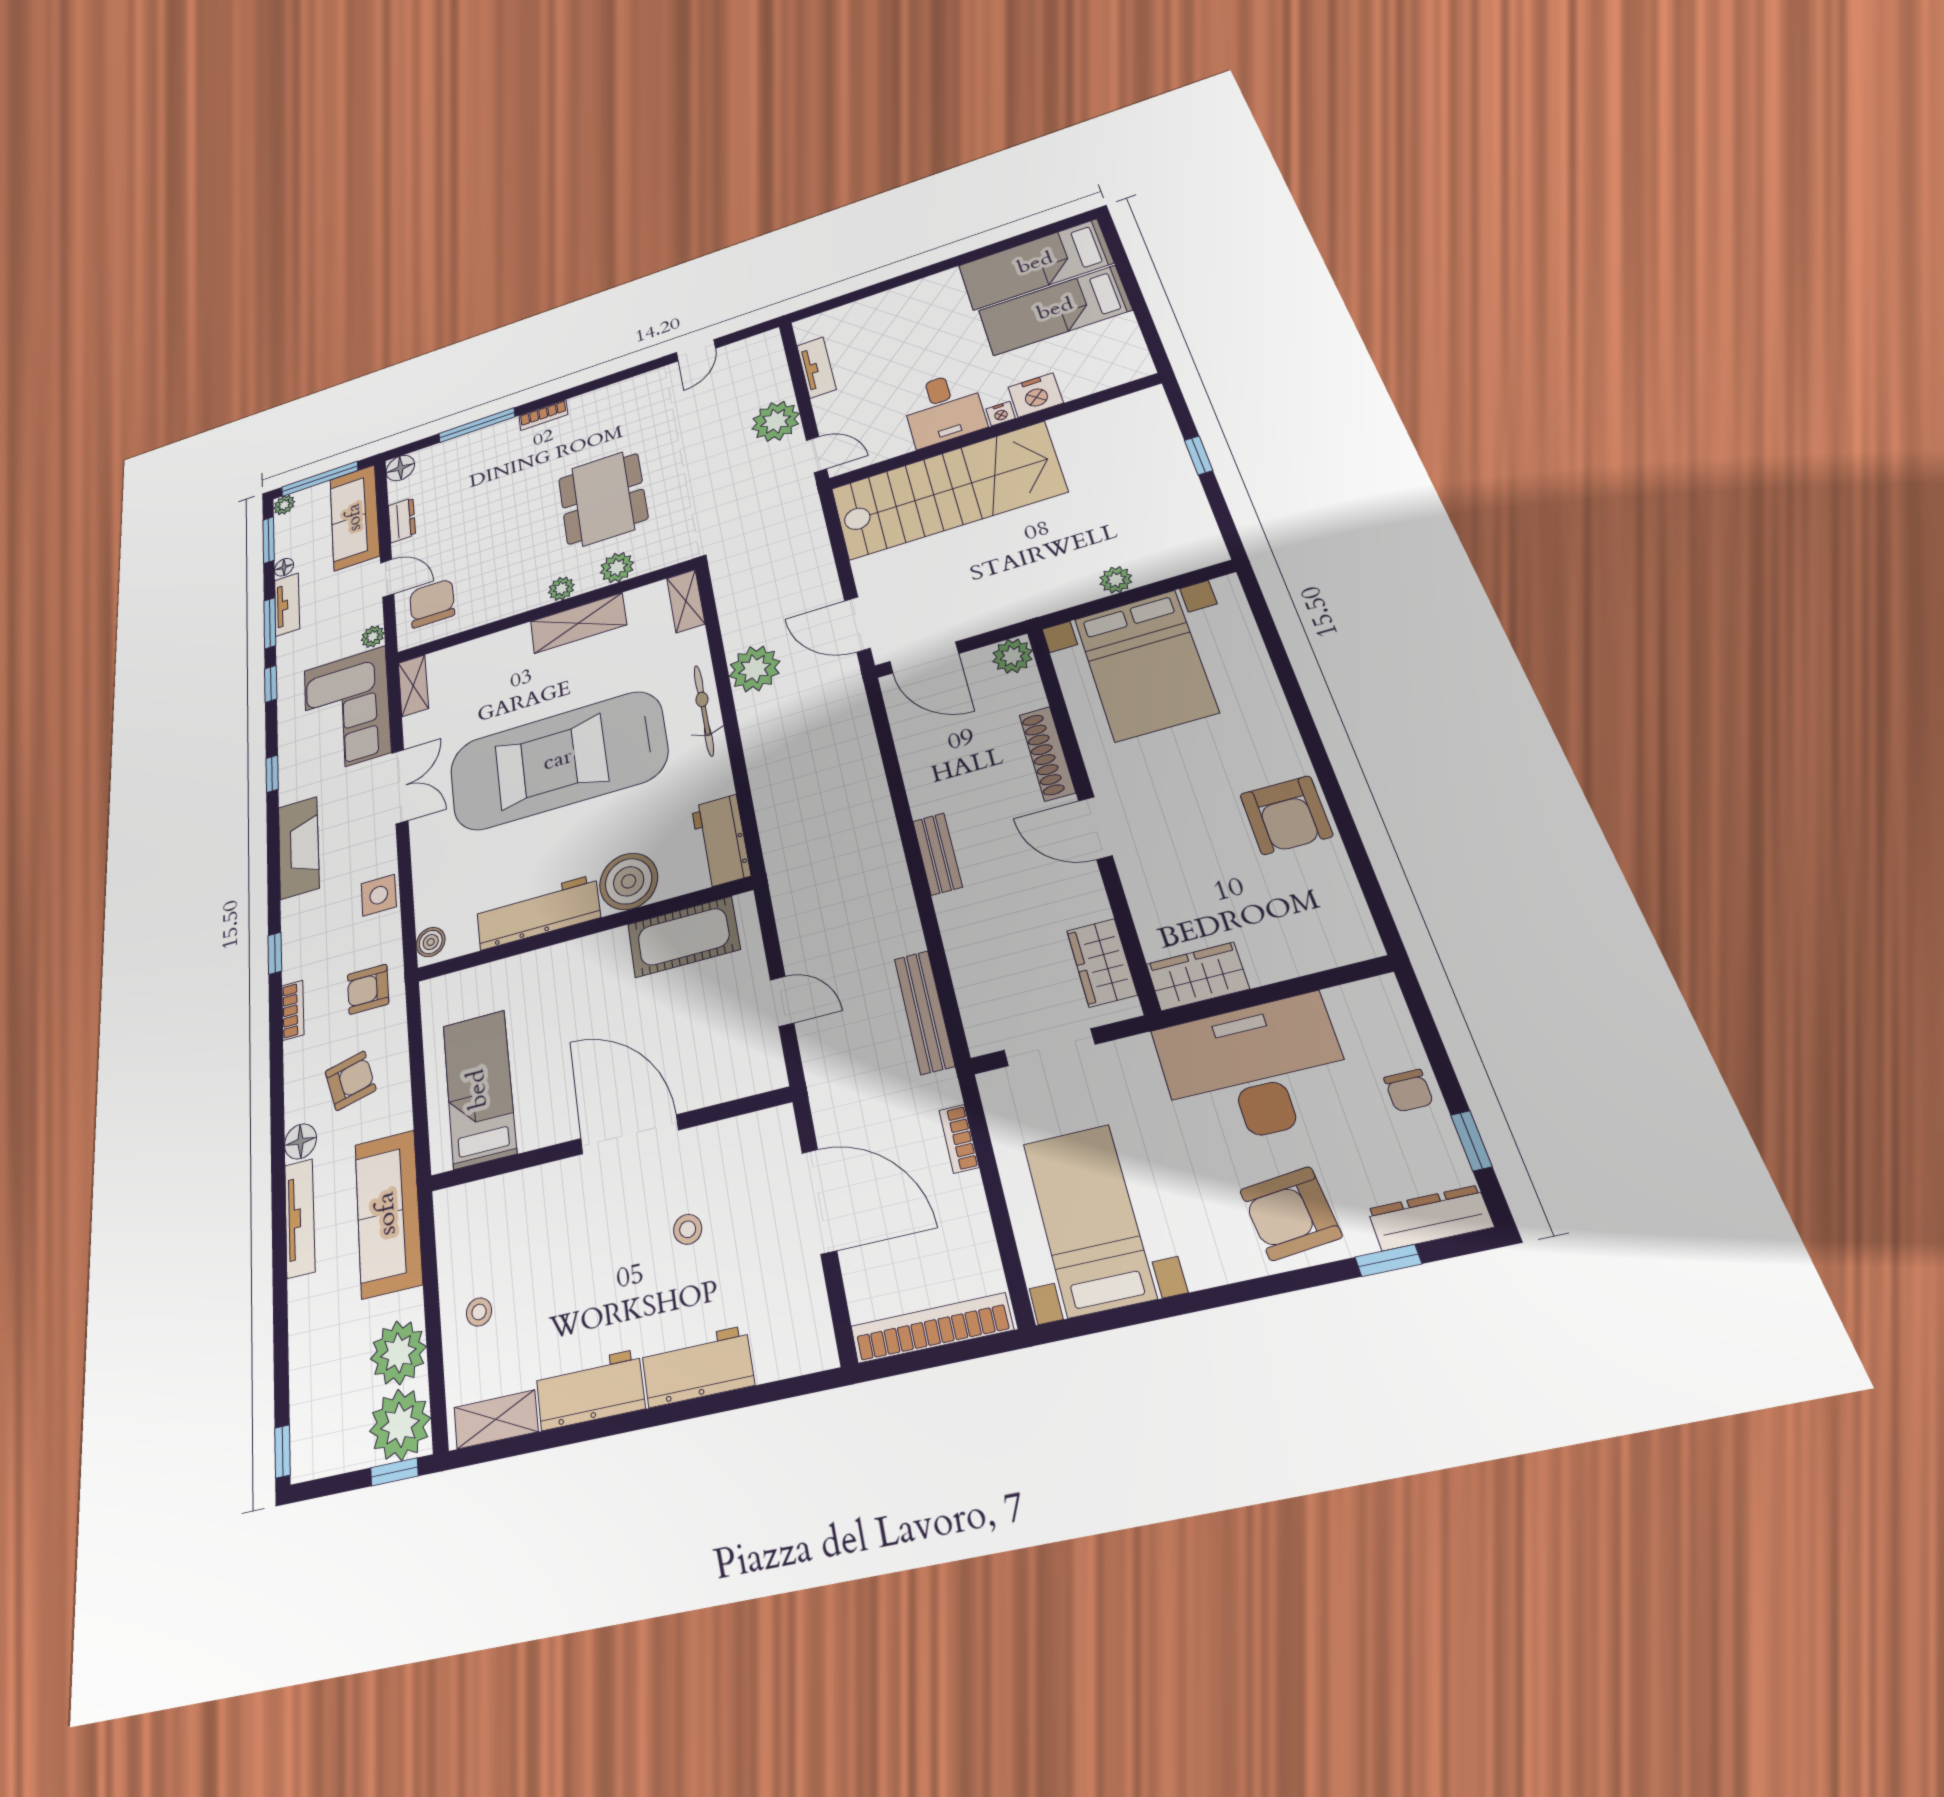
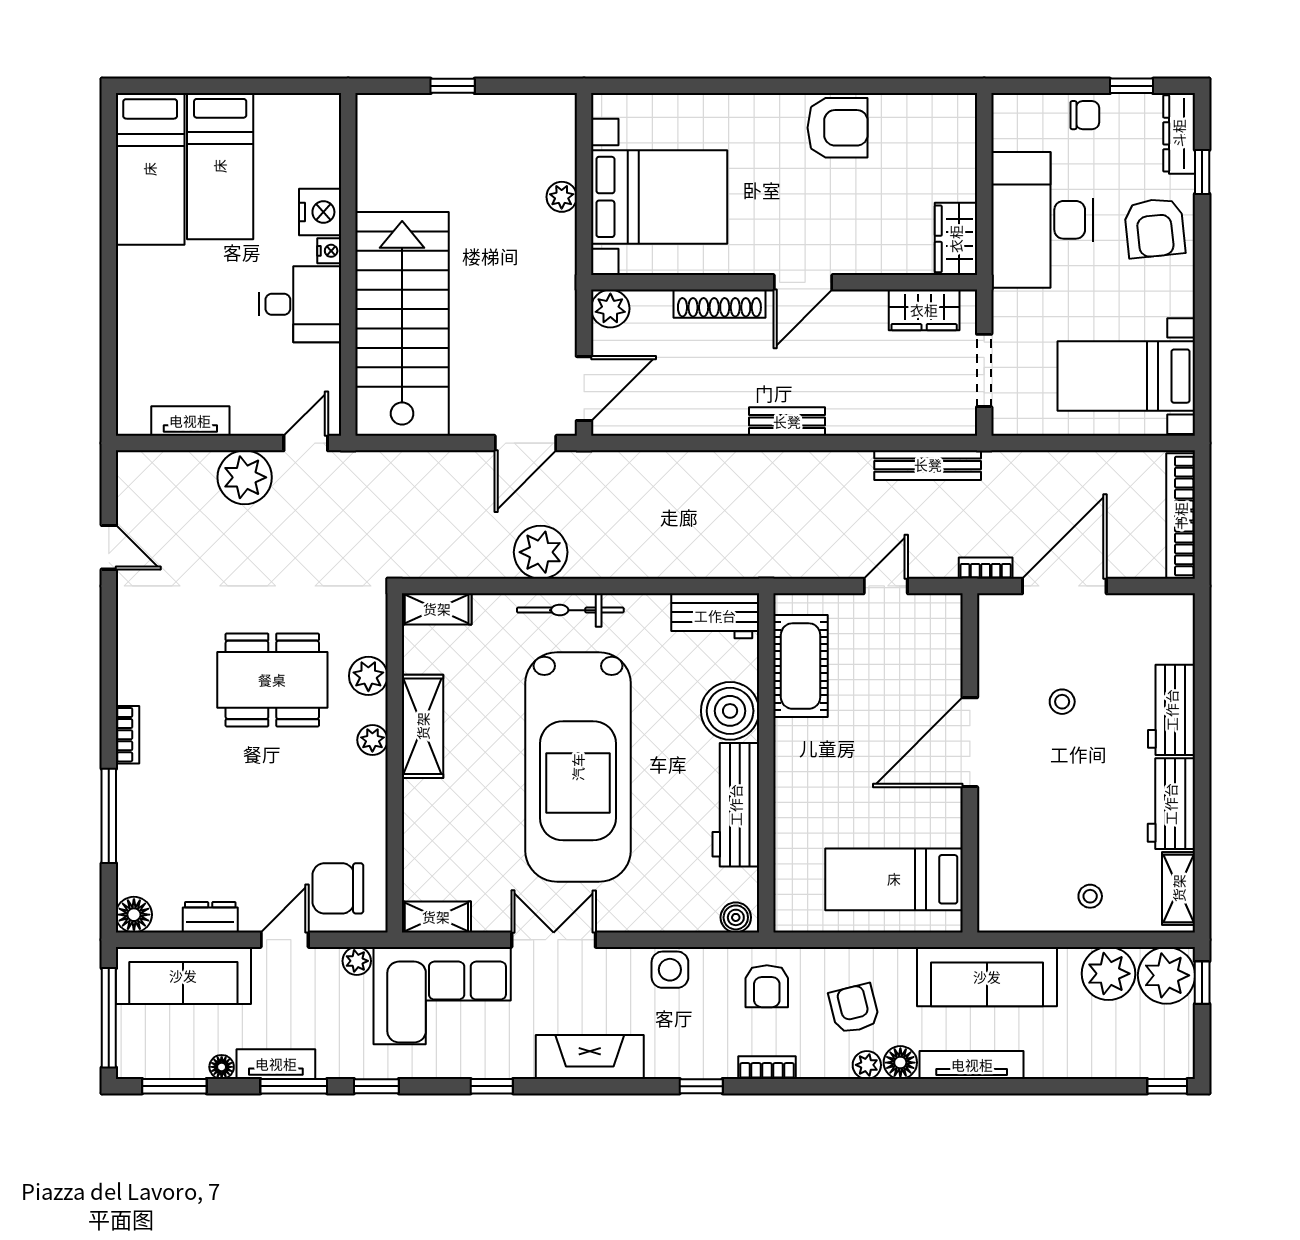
plant: (284, 505) -> (867, 1065), moved
bookcase: (959, 1139) -> (986, 568), moved, turned 180

